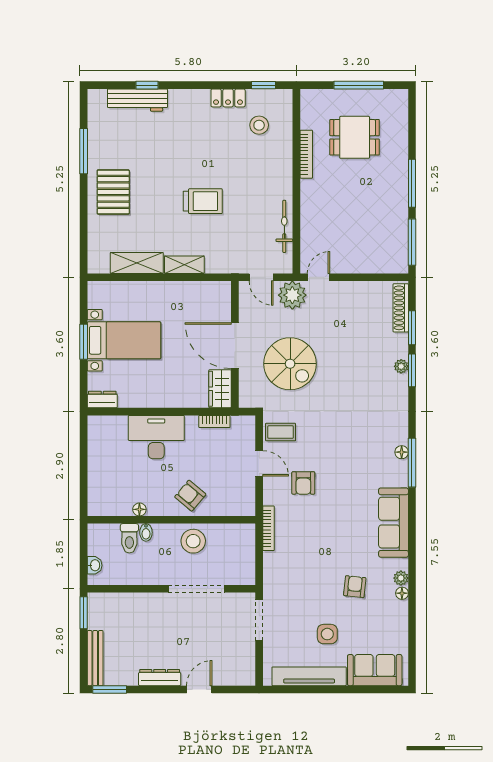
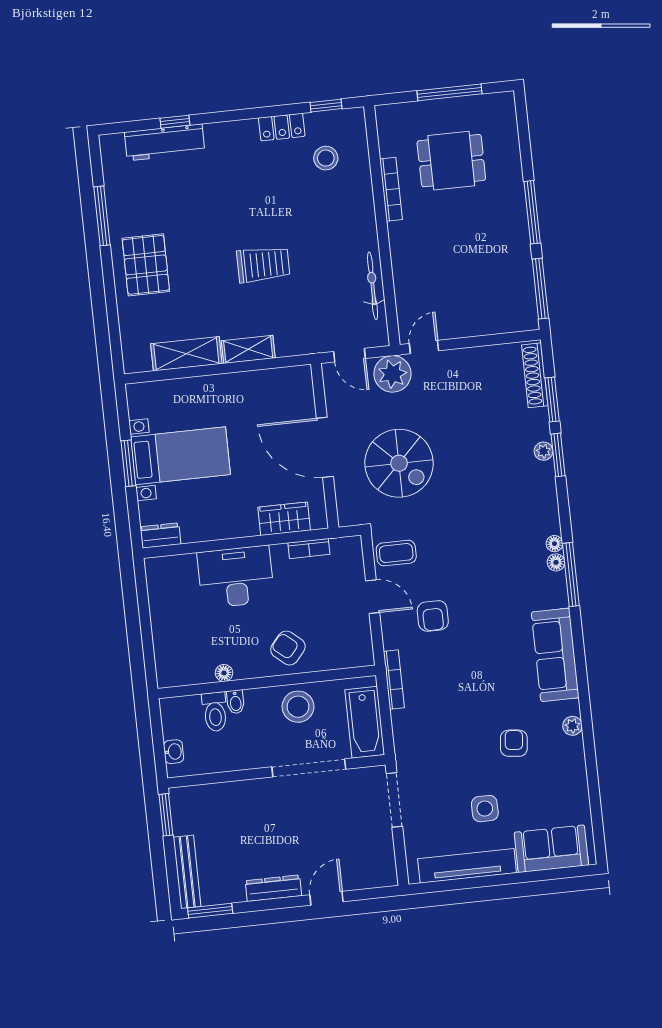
wardrobe: (220, 389) -> (284, 519), moved, turned 90
bathtub: (243, 559) -> (365, 722), added
floor lamp: (402, 593) -> (554, 544), moved

